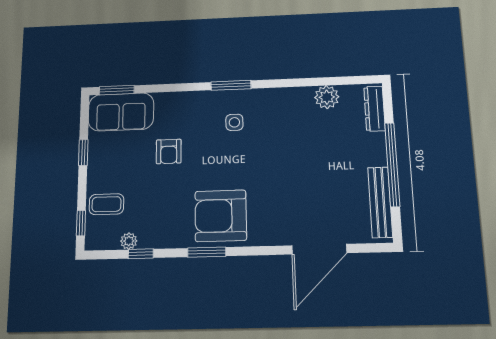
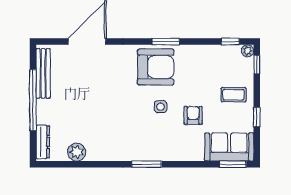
side table: (234, 122) -> (161, 107), moved
coffee table: (106, 204) -> (233, 95), moved
plant: (129, 241) -> (247, 51), moved
window: (141, 254) -> (230, 42), moved

